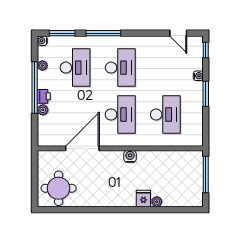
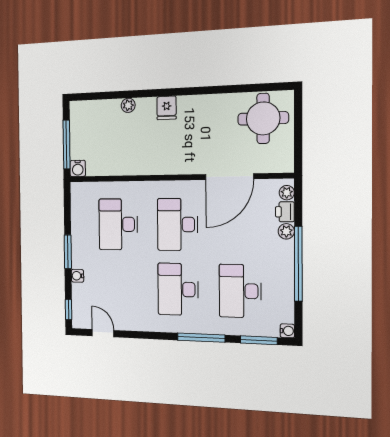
plant: (42, 66) -> (287, 193), moved
printer: (44, 96) -> (285, 212), moved
water cooler: (130, 156) -> (78, 168), moved
fridge: (143, 199) -> (167, 108), moved

